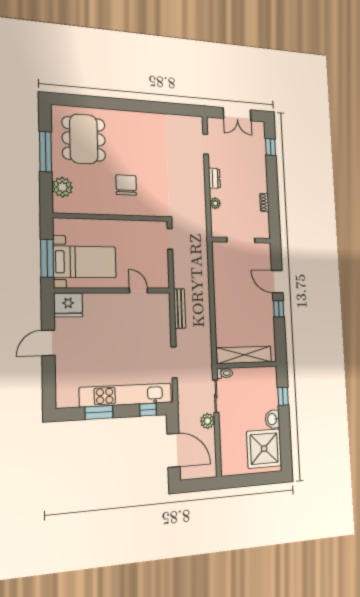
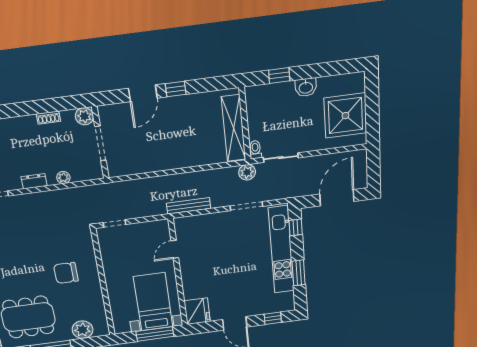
plant: (263, 231) -> (84, 116), added
window: (49, 384) -> (273, 318), added
plant: (208, 421) -> (247, 172), moved
shower: (264, 449) -> (345, 116), moved

